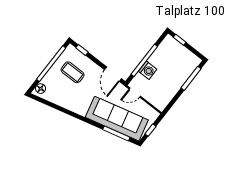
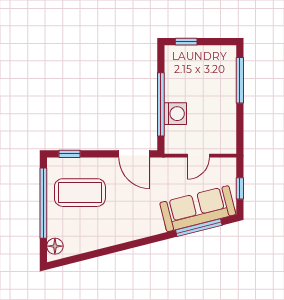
coffee table: (73, 72) -> (80, 193), width x1.36, depth x1.32
door: (135, 93) -> (198, 156), moved
sofa: (117, 119) -> (198, 209), width x0.74, depth x0.79

